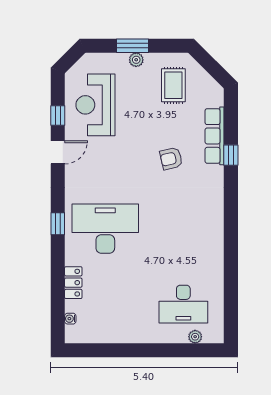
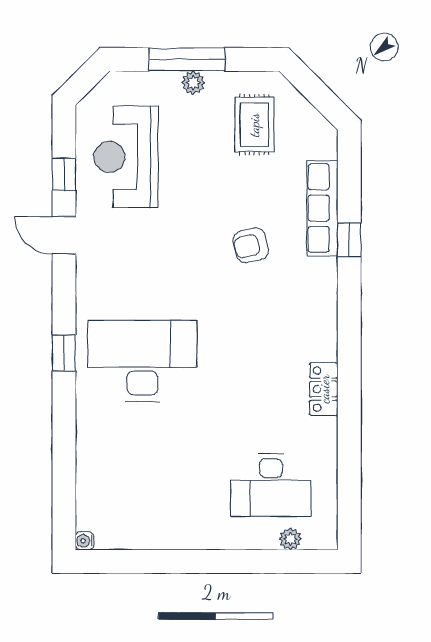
window: (132, 46) -> (187, 59), width x1.44
door: (58, 152) -> (64, 235), swing flipped
locker: (73, 283) -> (324, 389), moved, turned 180
water cooler: (70, 319) -> (85, 541), moved

